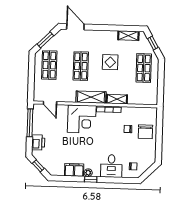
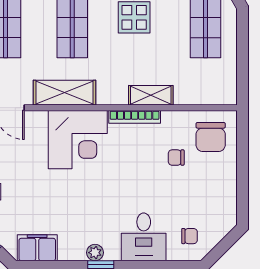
shelving: (91, 97) -> (65, 93), moved
chair: (145, 132) -> (211, 137), moved
filing cabinet: (74, 170) -> (37, 248), moved

